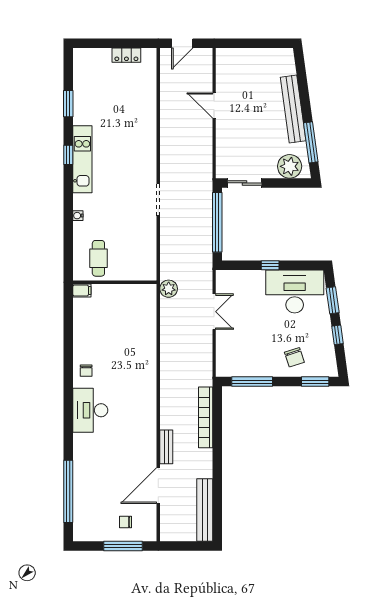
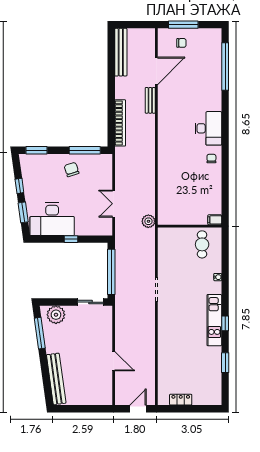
bench: (293, 109) -> (56, 379), moved
chair: (294, 357) -> (72, 169), moved

